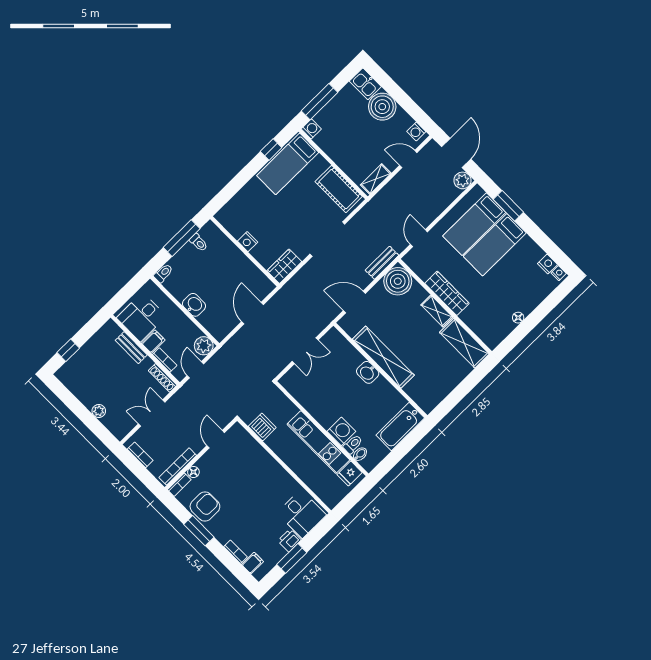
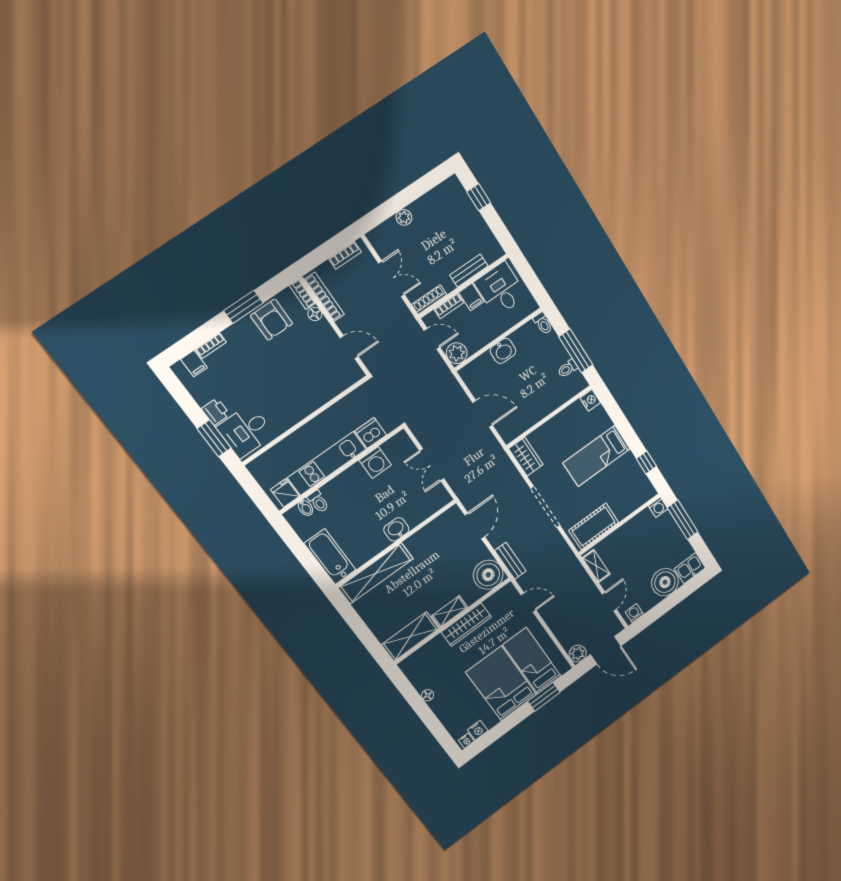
bed: (288, 164) -> (597, 456), moved, turned -90
nightstand: (248, 242) -> (590, 400), moved, turned 90
bed: (495, 245) -> (501, 683), width x1.50
shelving: (383, 357) -> (376, 573), moved
dishwasher: (262, 427) -> (371, 433), moved, turned 180
washing machine: (341, 431) -> (375, 463), moved
window: (292, 558) -> (214, 438), moved

